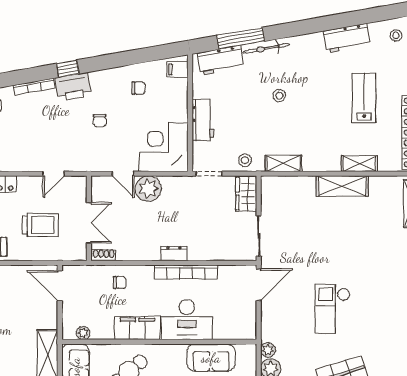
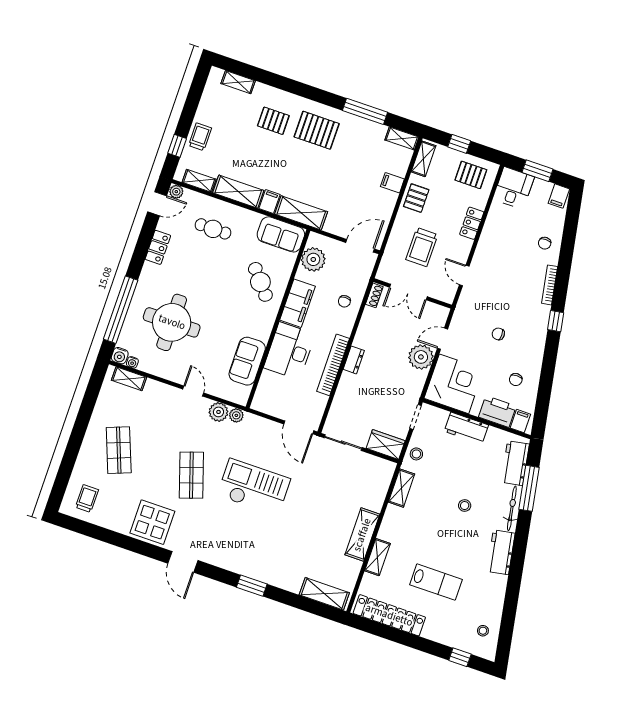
workbench: (347, 38) -> (501, 552), moved
printer: (73, 87) -> (497, 412), moved, turned 100
checkout: (333, 309) -> (254, 487), width x1.36, depth x1.21
plant: (83, 333) -> (313, 259), width x1.88, depth x1.88

